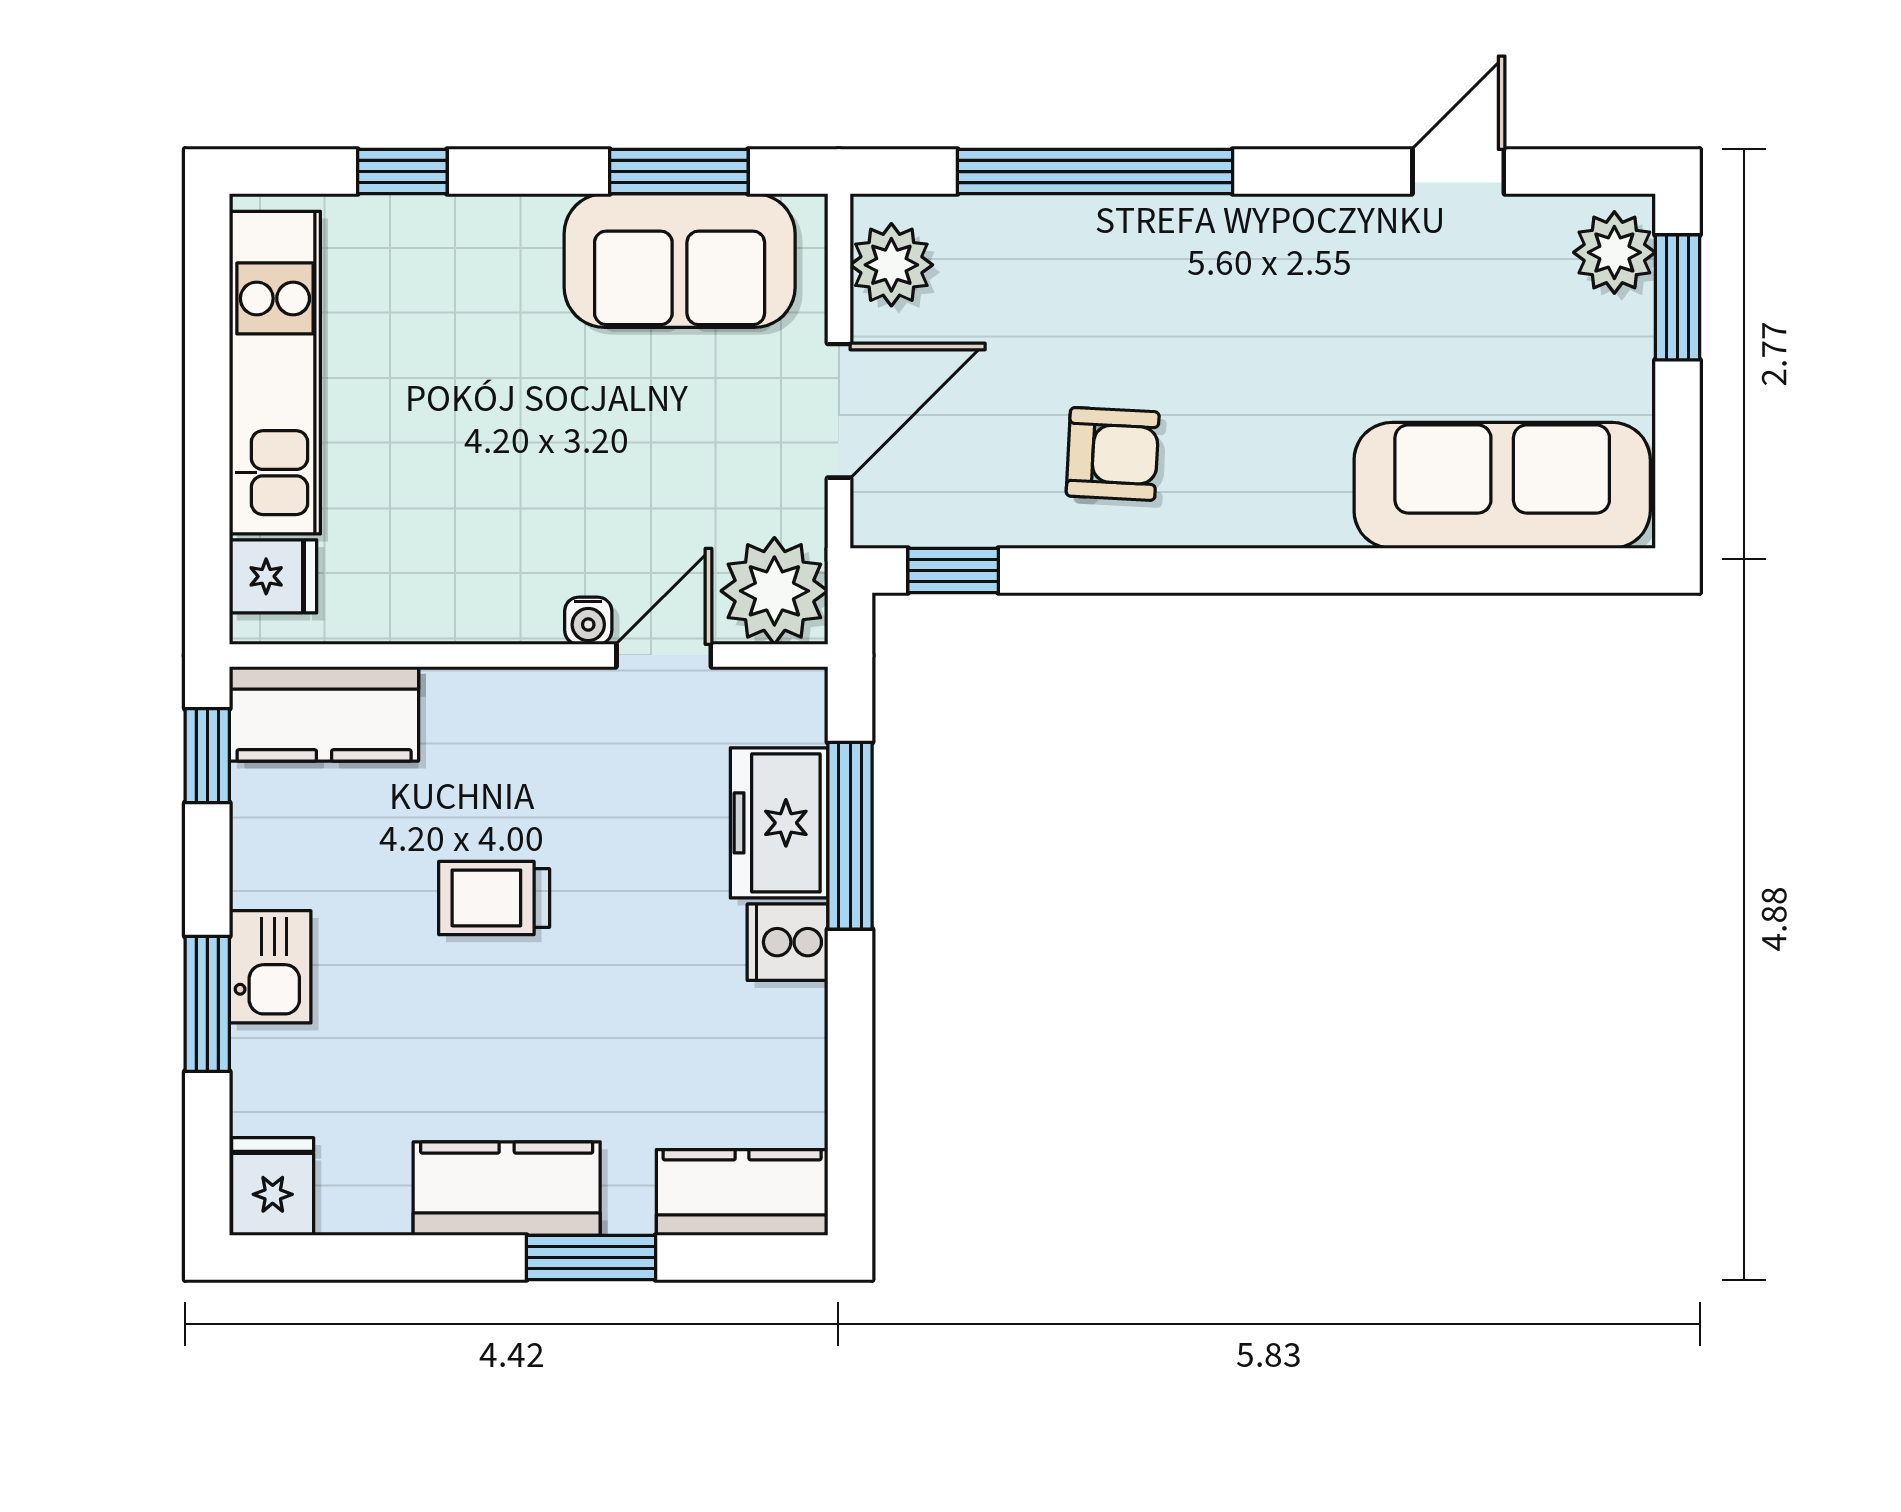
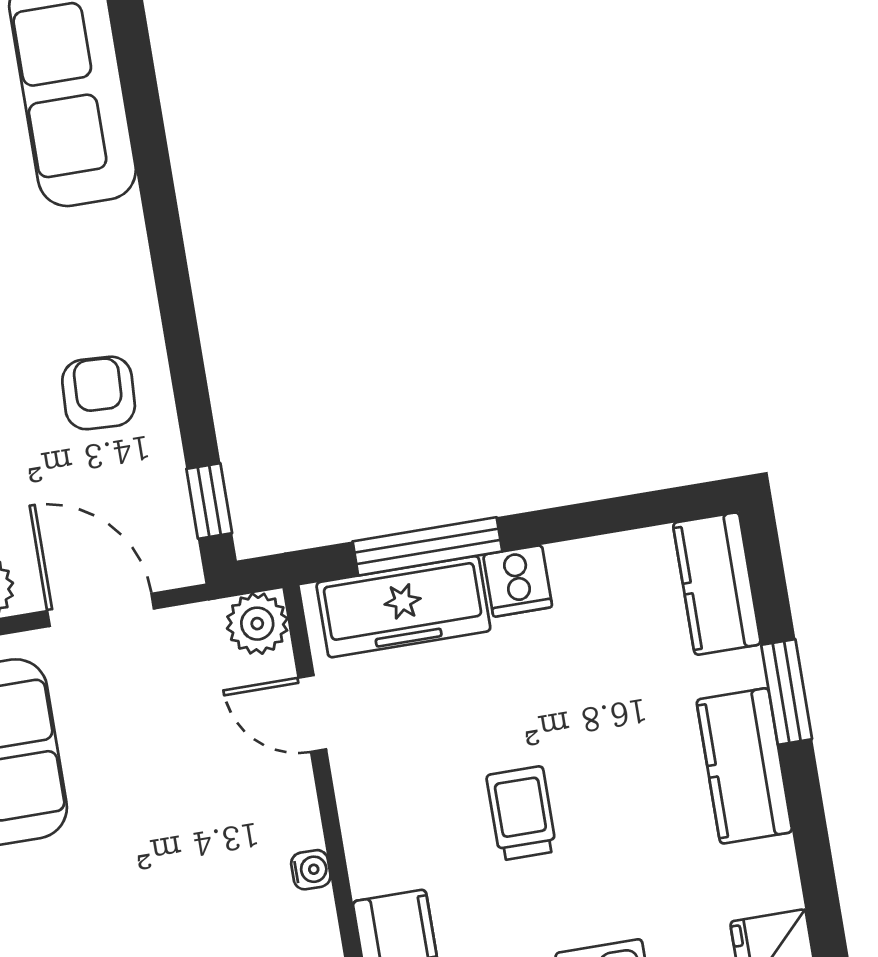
plant: (774, 591) -> (257, 624), width x0.73, depth x0.73
water cooler: (588, 621) -> (311, 870), moved
freezer: (779, 823) -> (403, 607), width x1.40
trolley: (494, 898) -> (521, 813), turned 180

